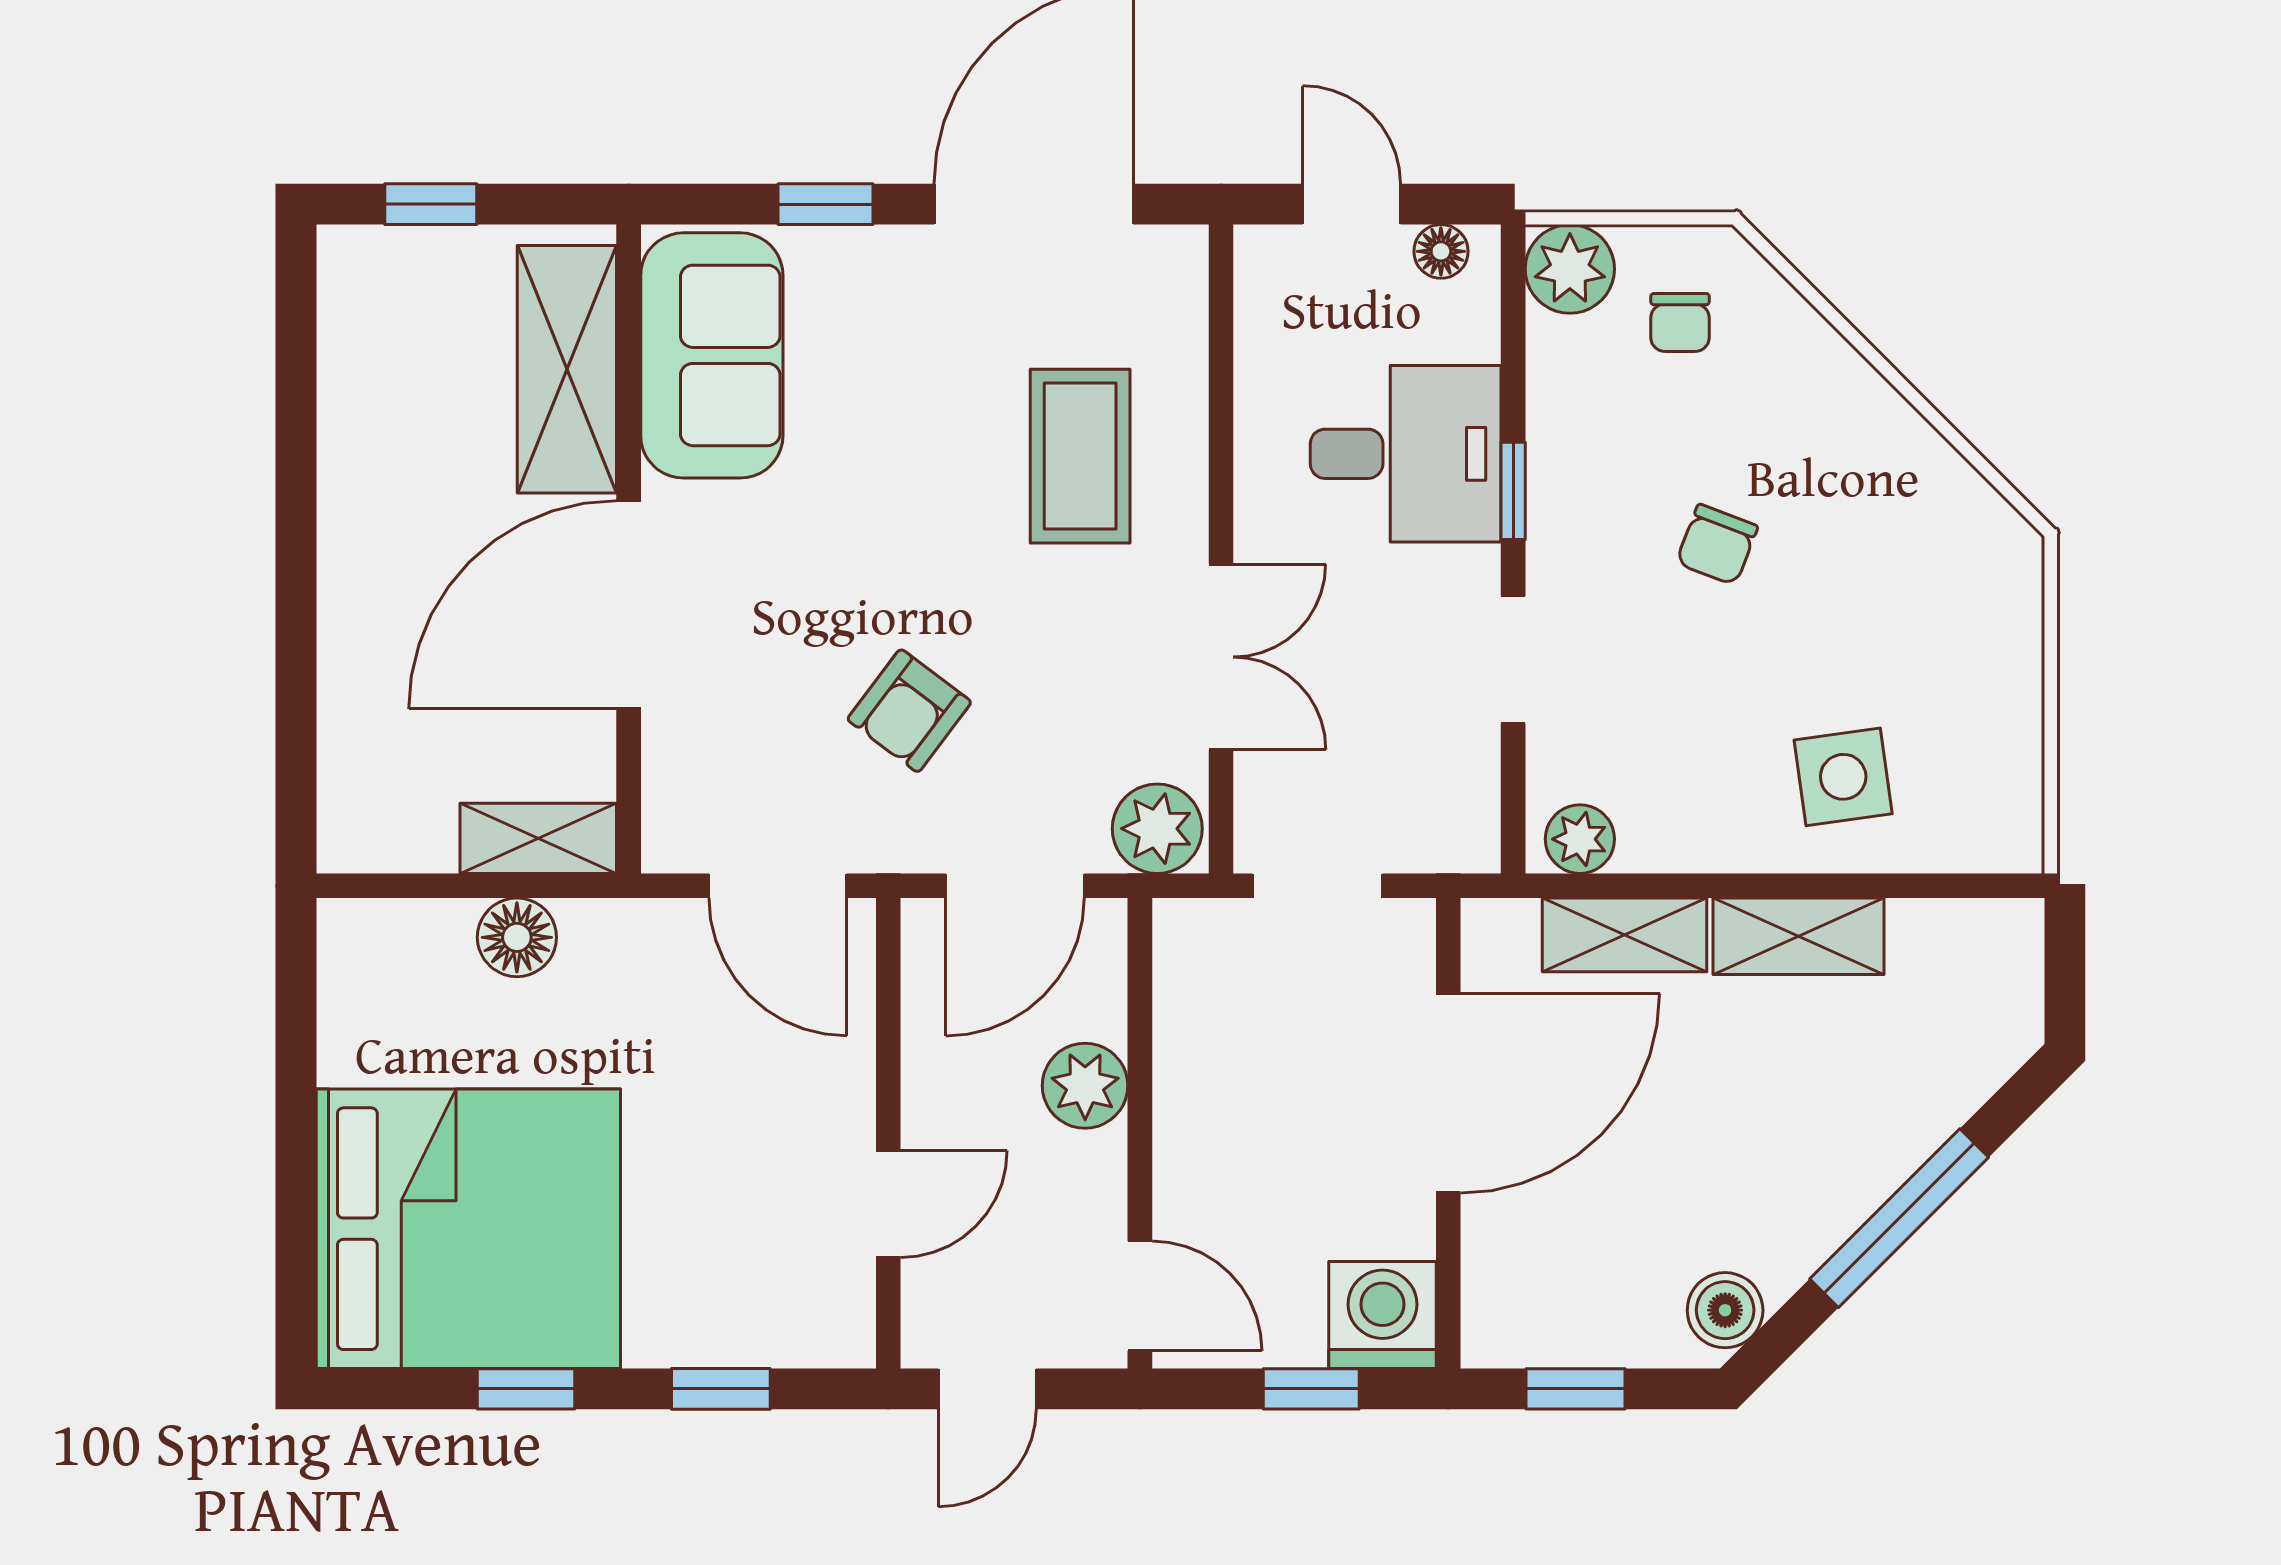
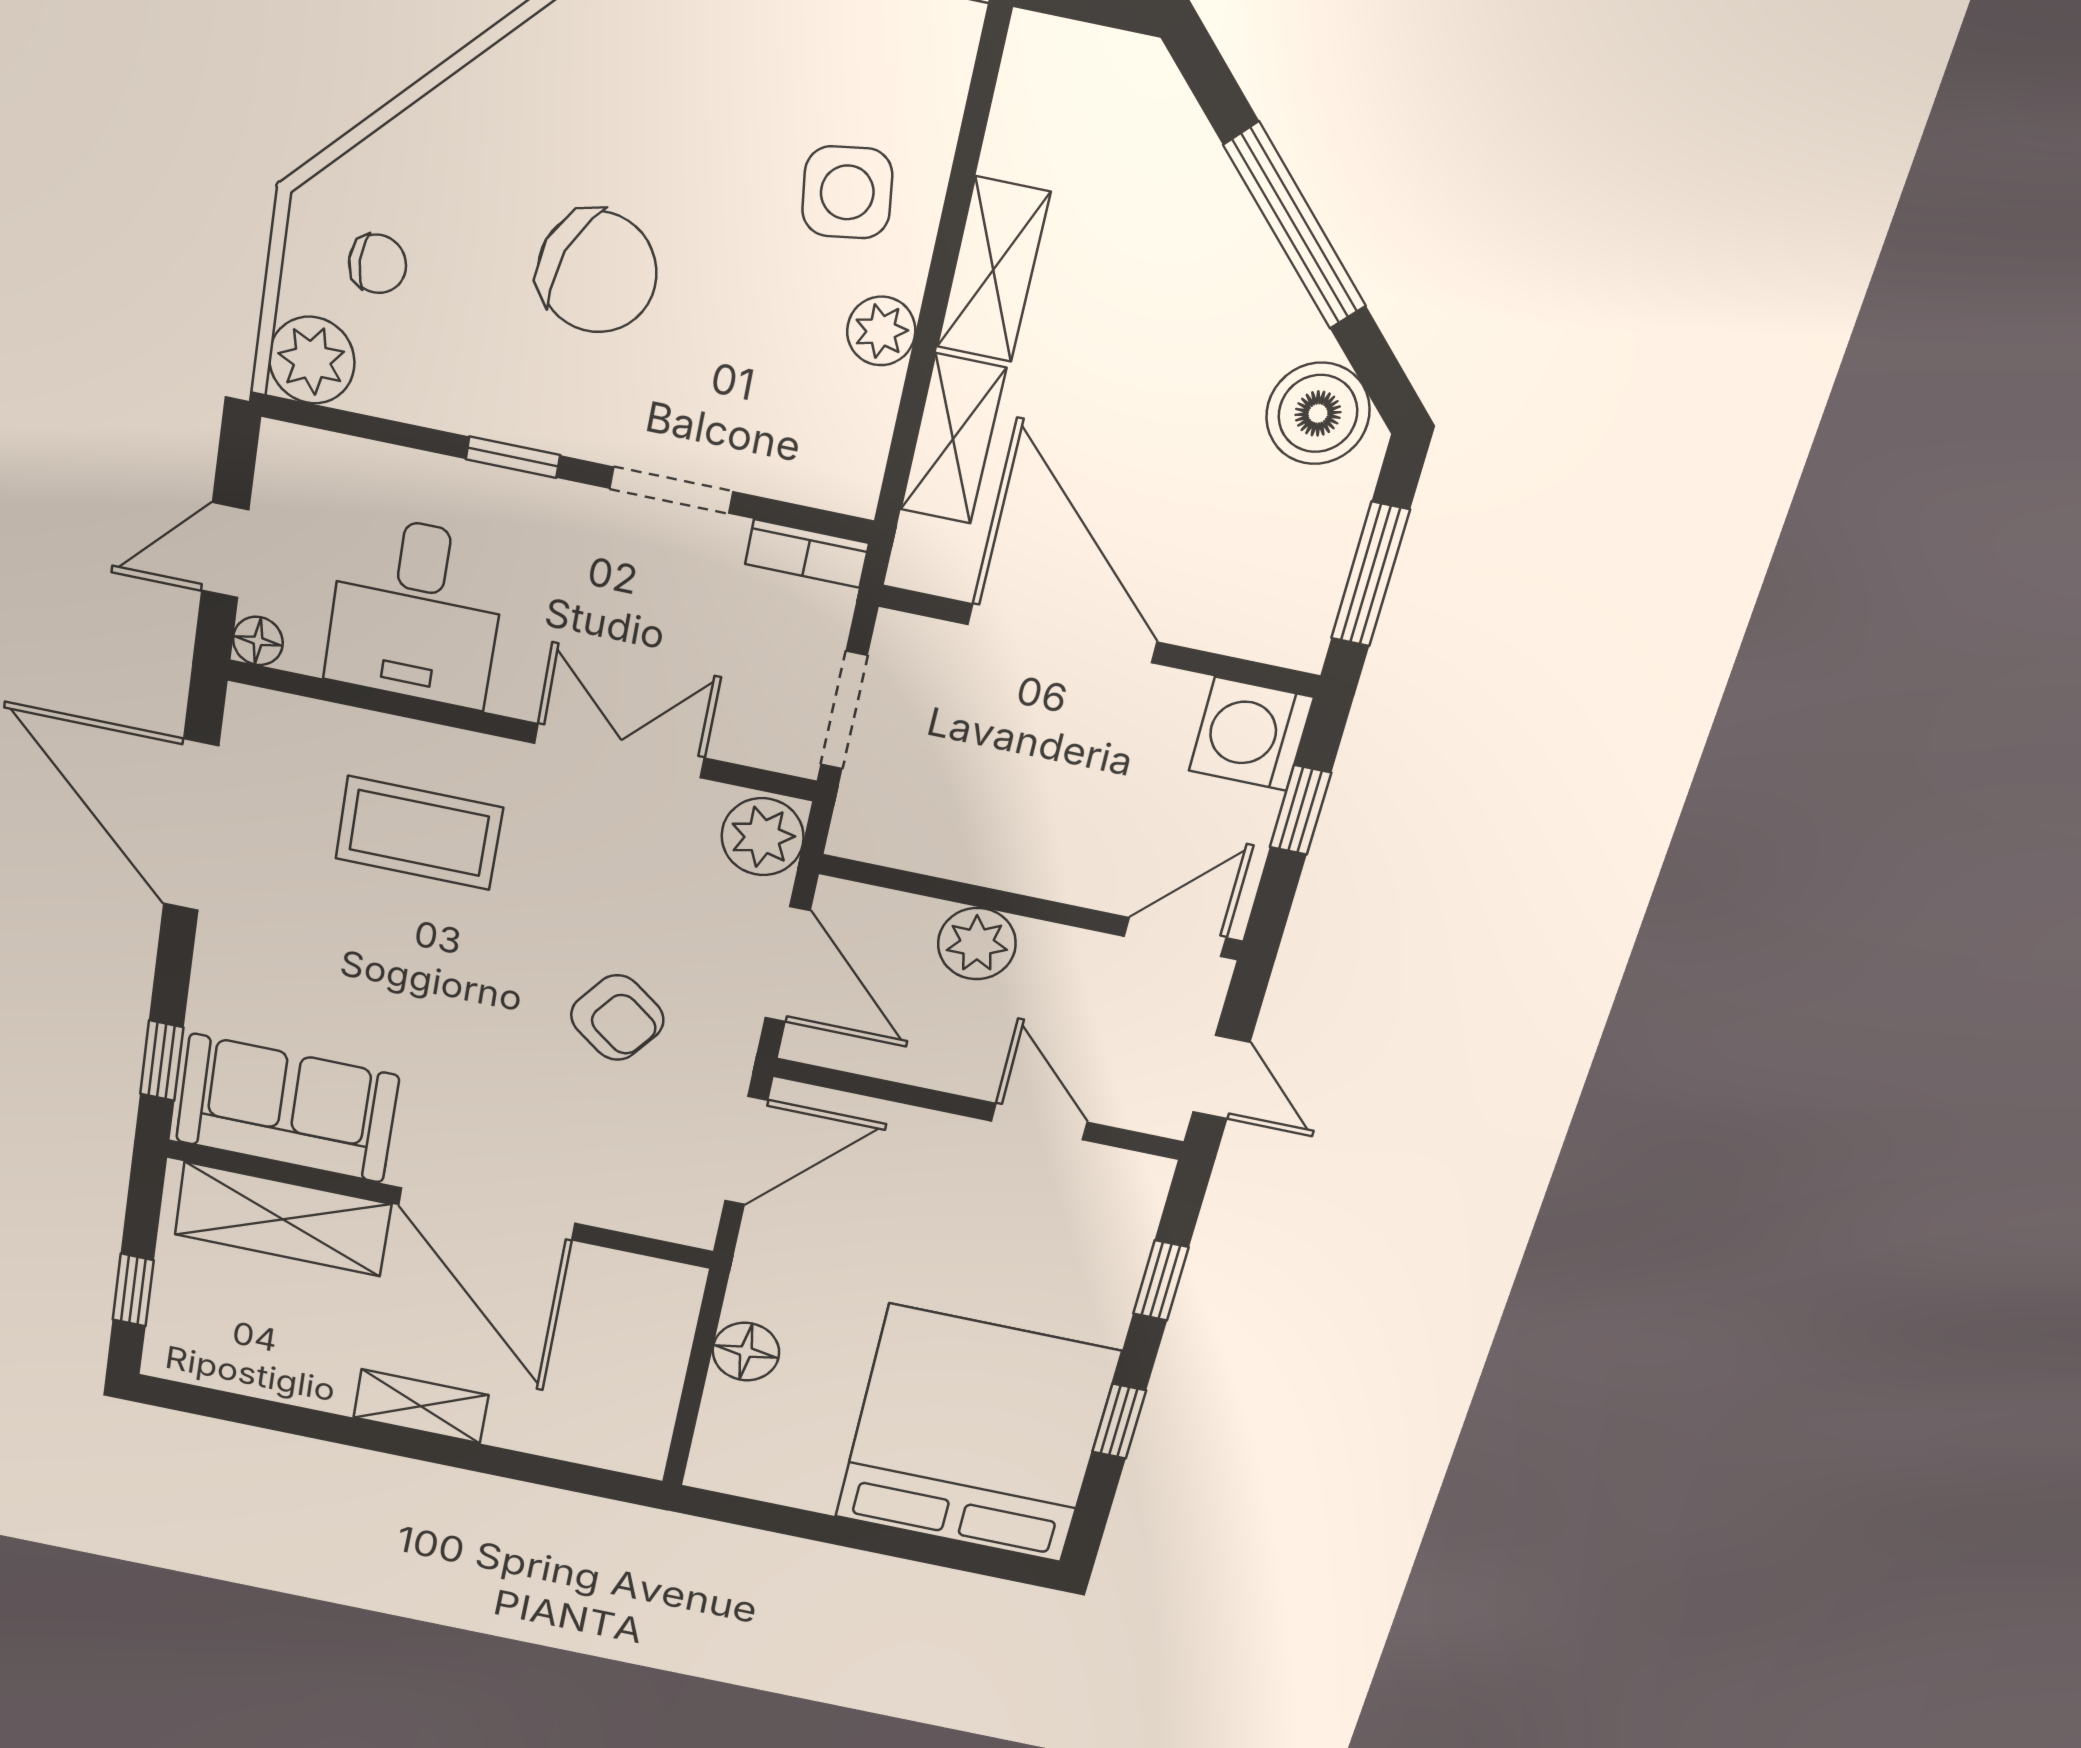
window: (825, 204) -> (162, 1061), moved
floor lamp: (1441, 251) -> (258, 641), moved
desk: (1406, 454) -> (416, 611), moved, turned 180
chair: (1717, 545) -> (597, 272), width x1.87, depth x1.87
bookcase: (1476, 812) -> (807, 554), added
shelving: (538, 838) -> (421, 1406), moved, turned 90
plant: (1580, 839) -> (881, 331), moved
boiler: (1725, 1310) -> (1318, 413), width x1.36, depth x1.36
window: (1575, 1389) -> (1370, 574), width x1.50

